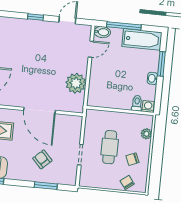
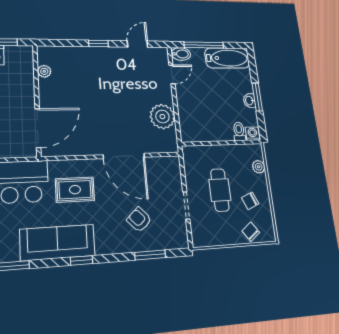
window: (161, 64) -> (257, 97), moved

